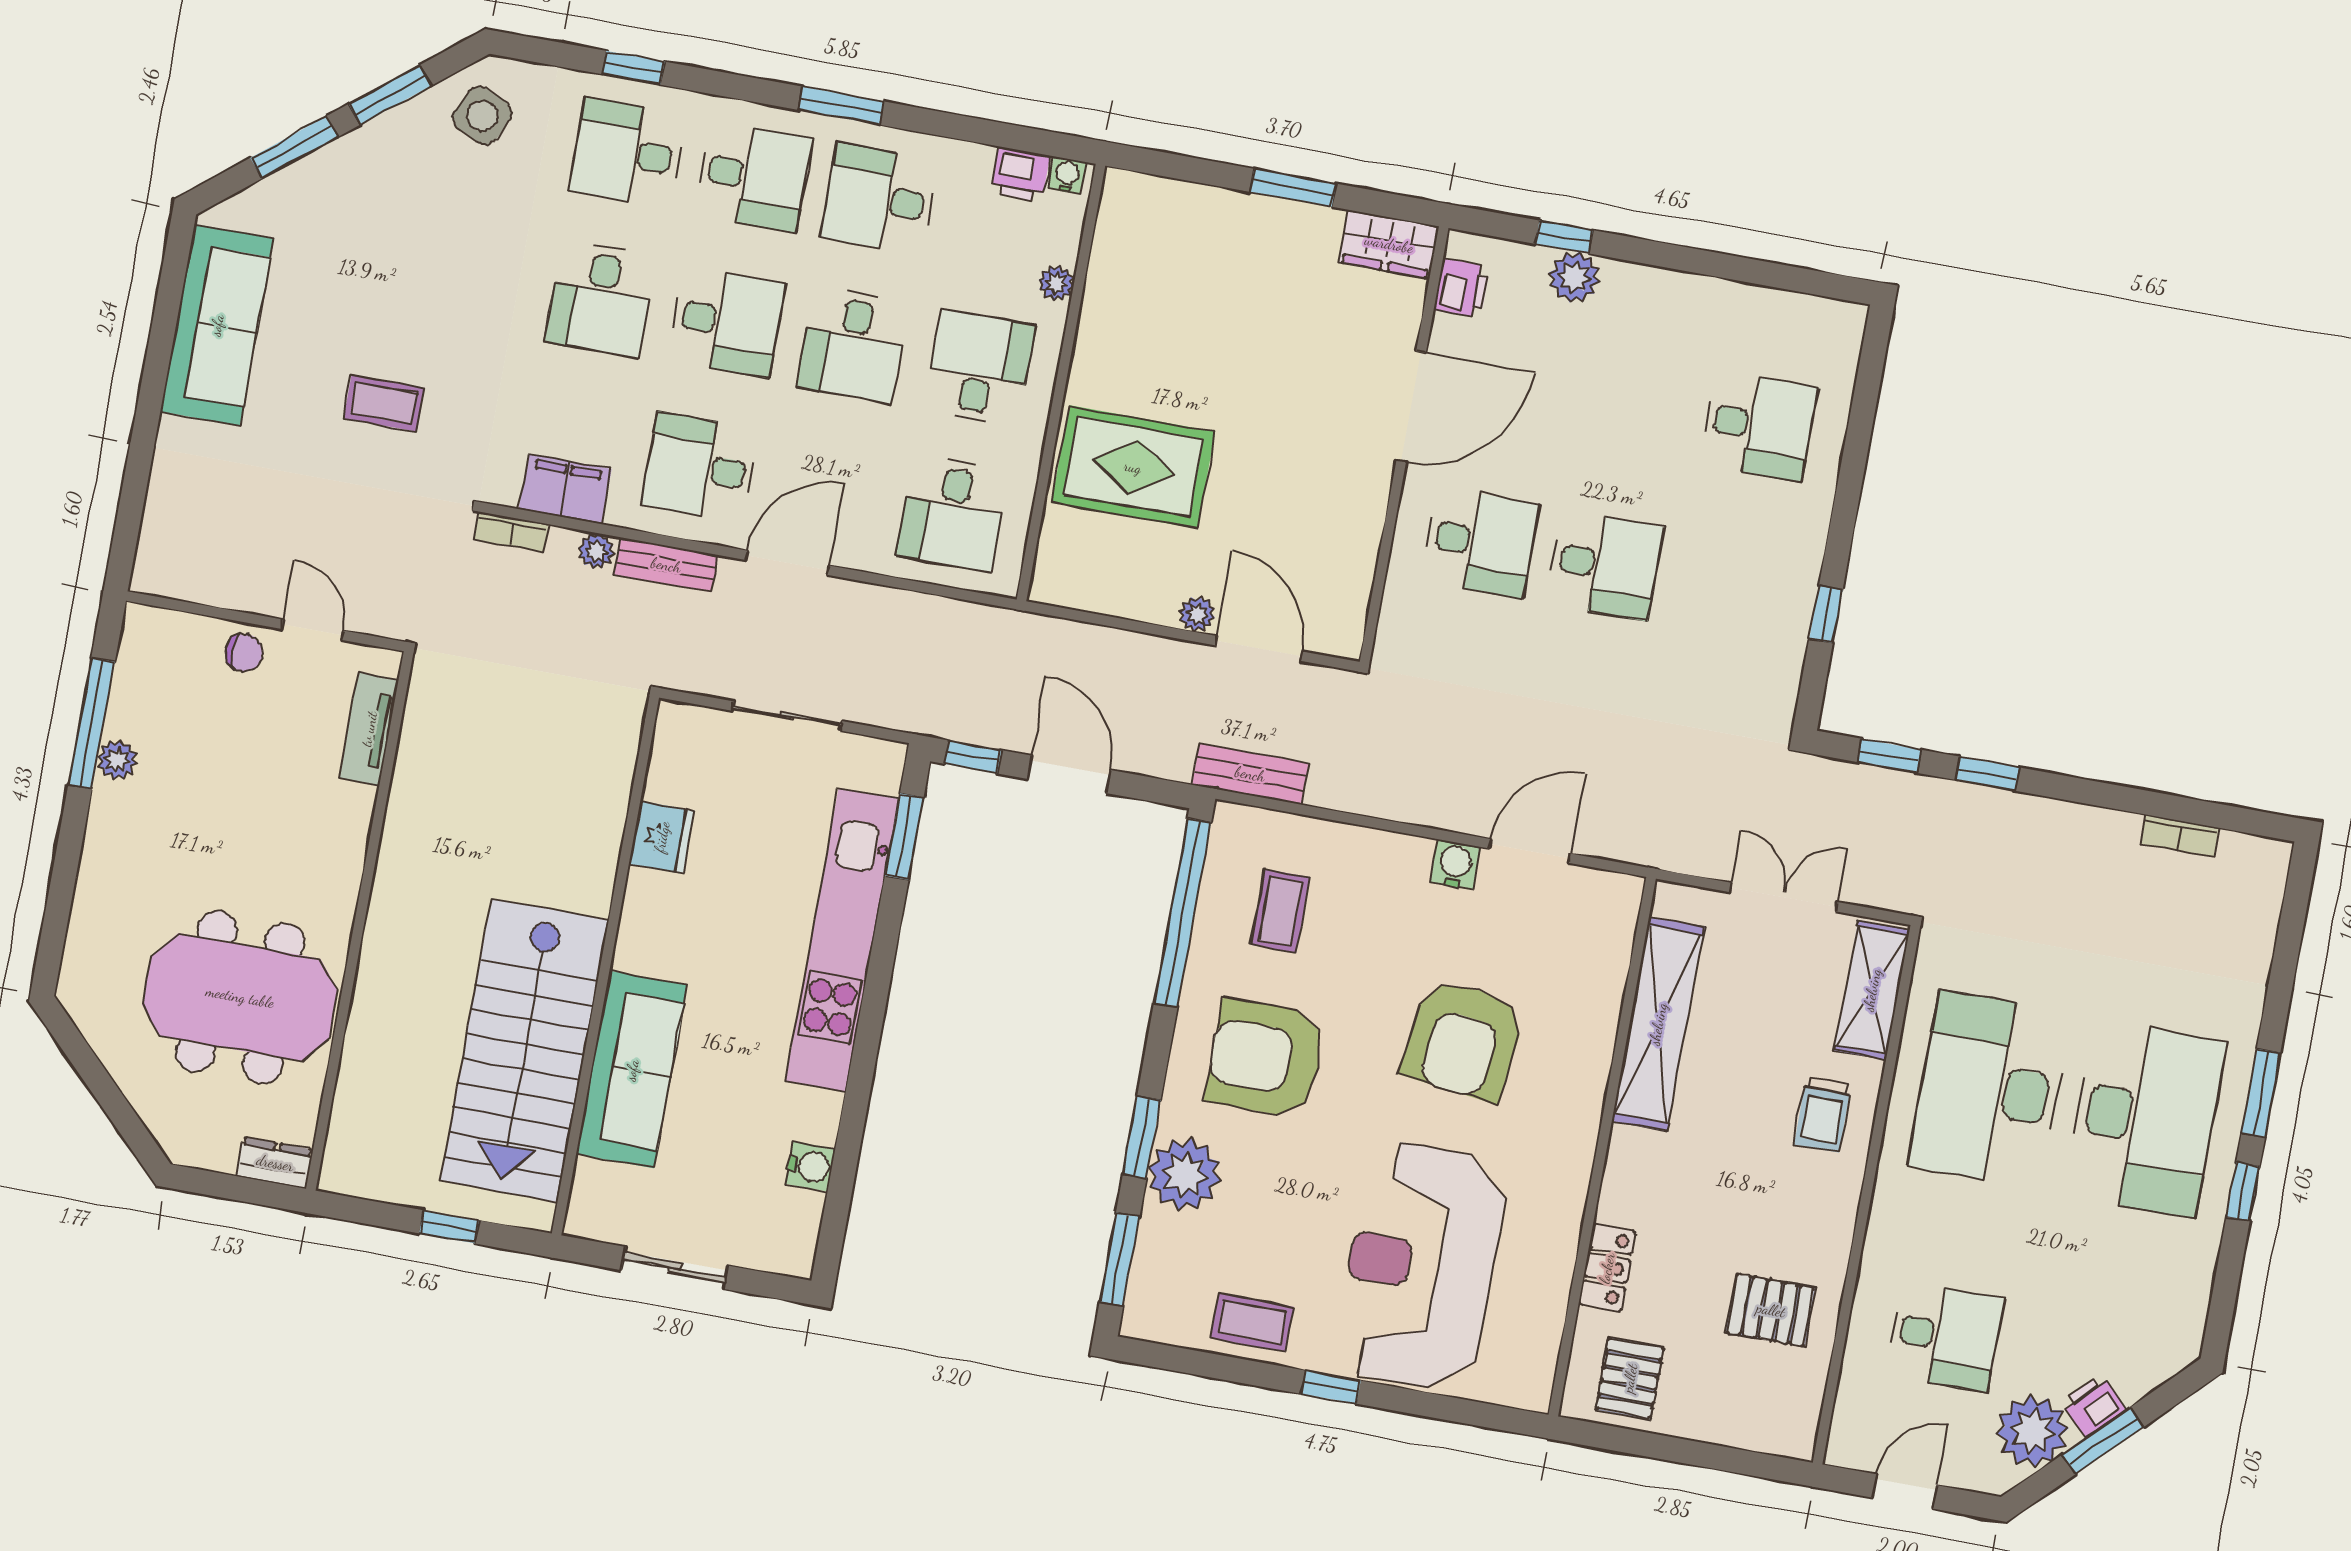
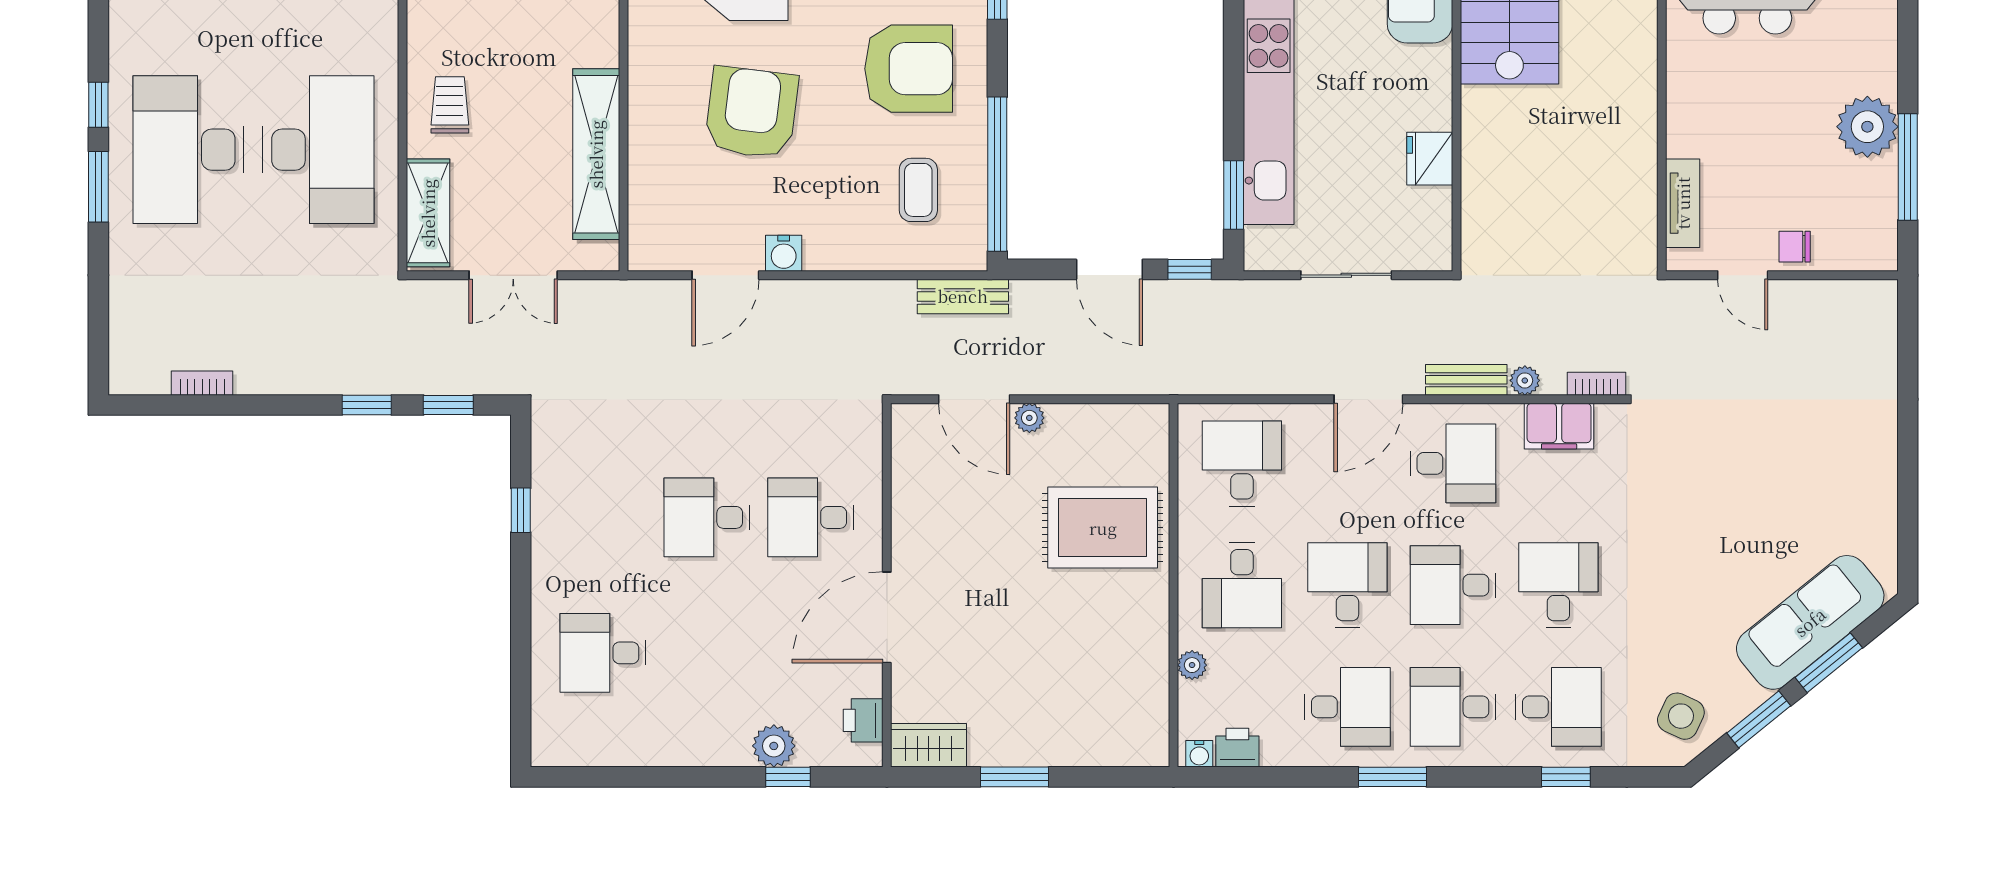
sofa: (217, 325) -> (1810, 622), moved, turned 51
coffee table: (384, 403) -> (1718, 469), removed
plant: (117, 760) -> (1867, 127), width x1.87, depth x1.87

